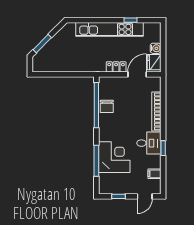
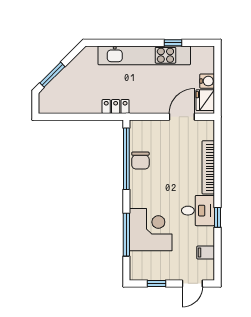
locker: (116, 67) -> (116, 107), moved

